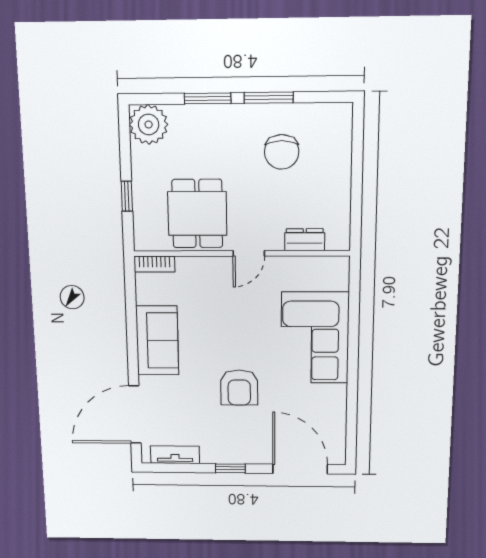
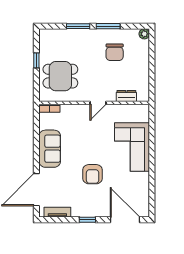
plant: (149, 124) -> (144, 34), moved, width x0.53, depth x0.53
window: (127, 196) -> (36, 60), moved
dining table: (197, 214) -> (60, 76), moved, turned 90

